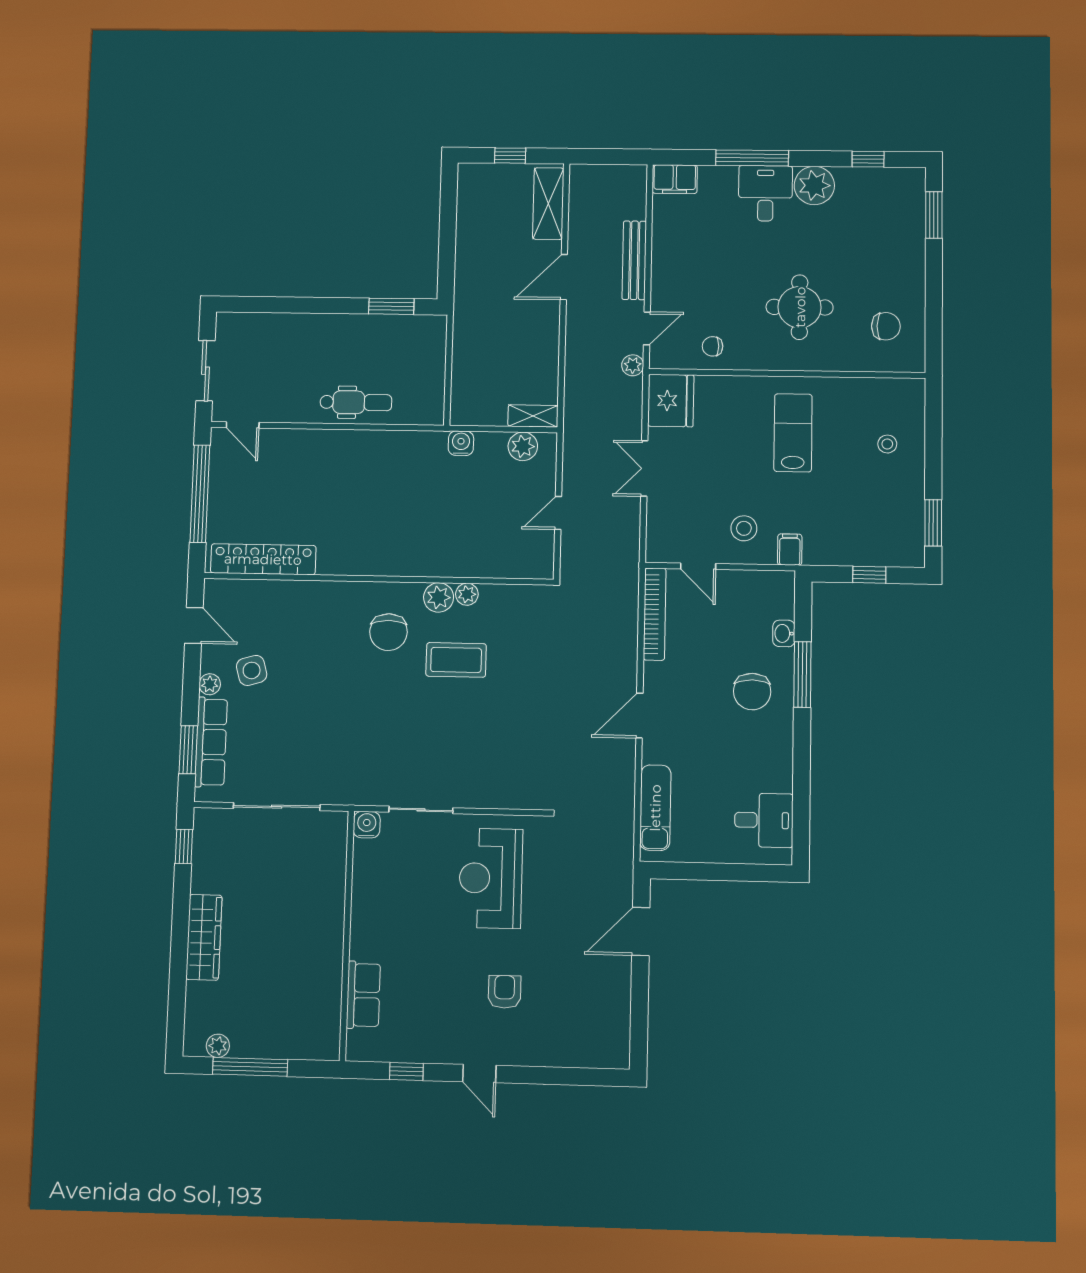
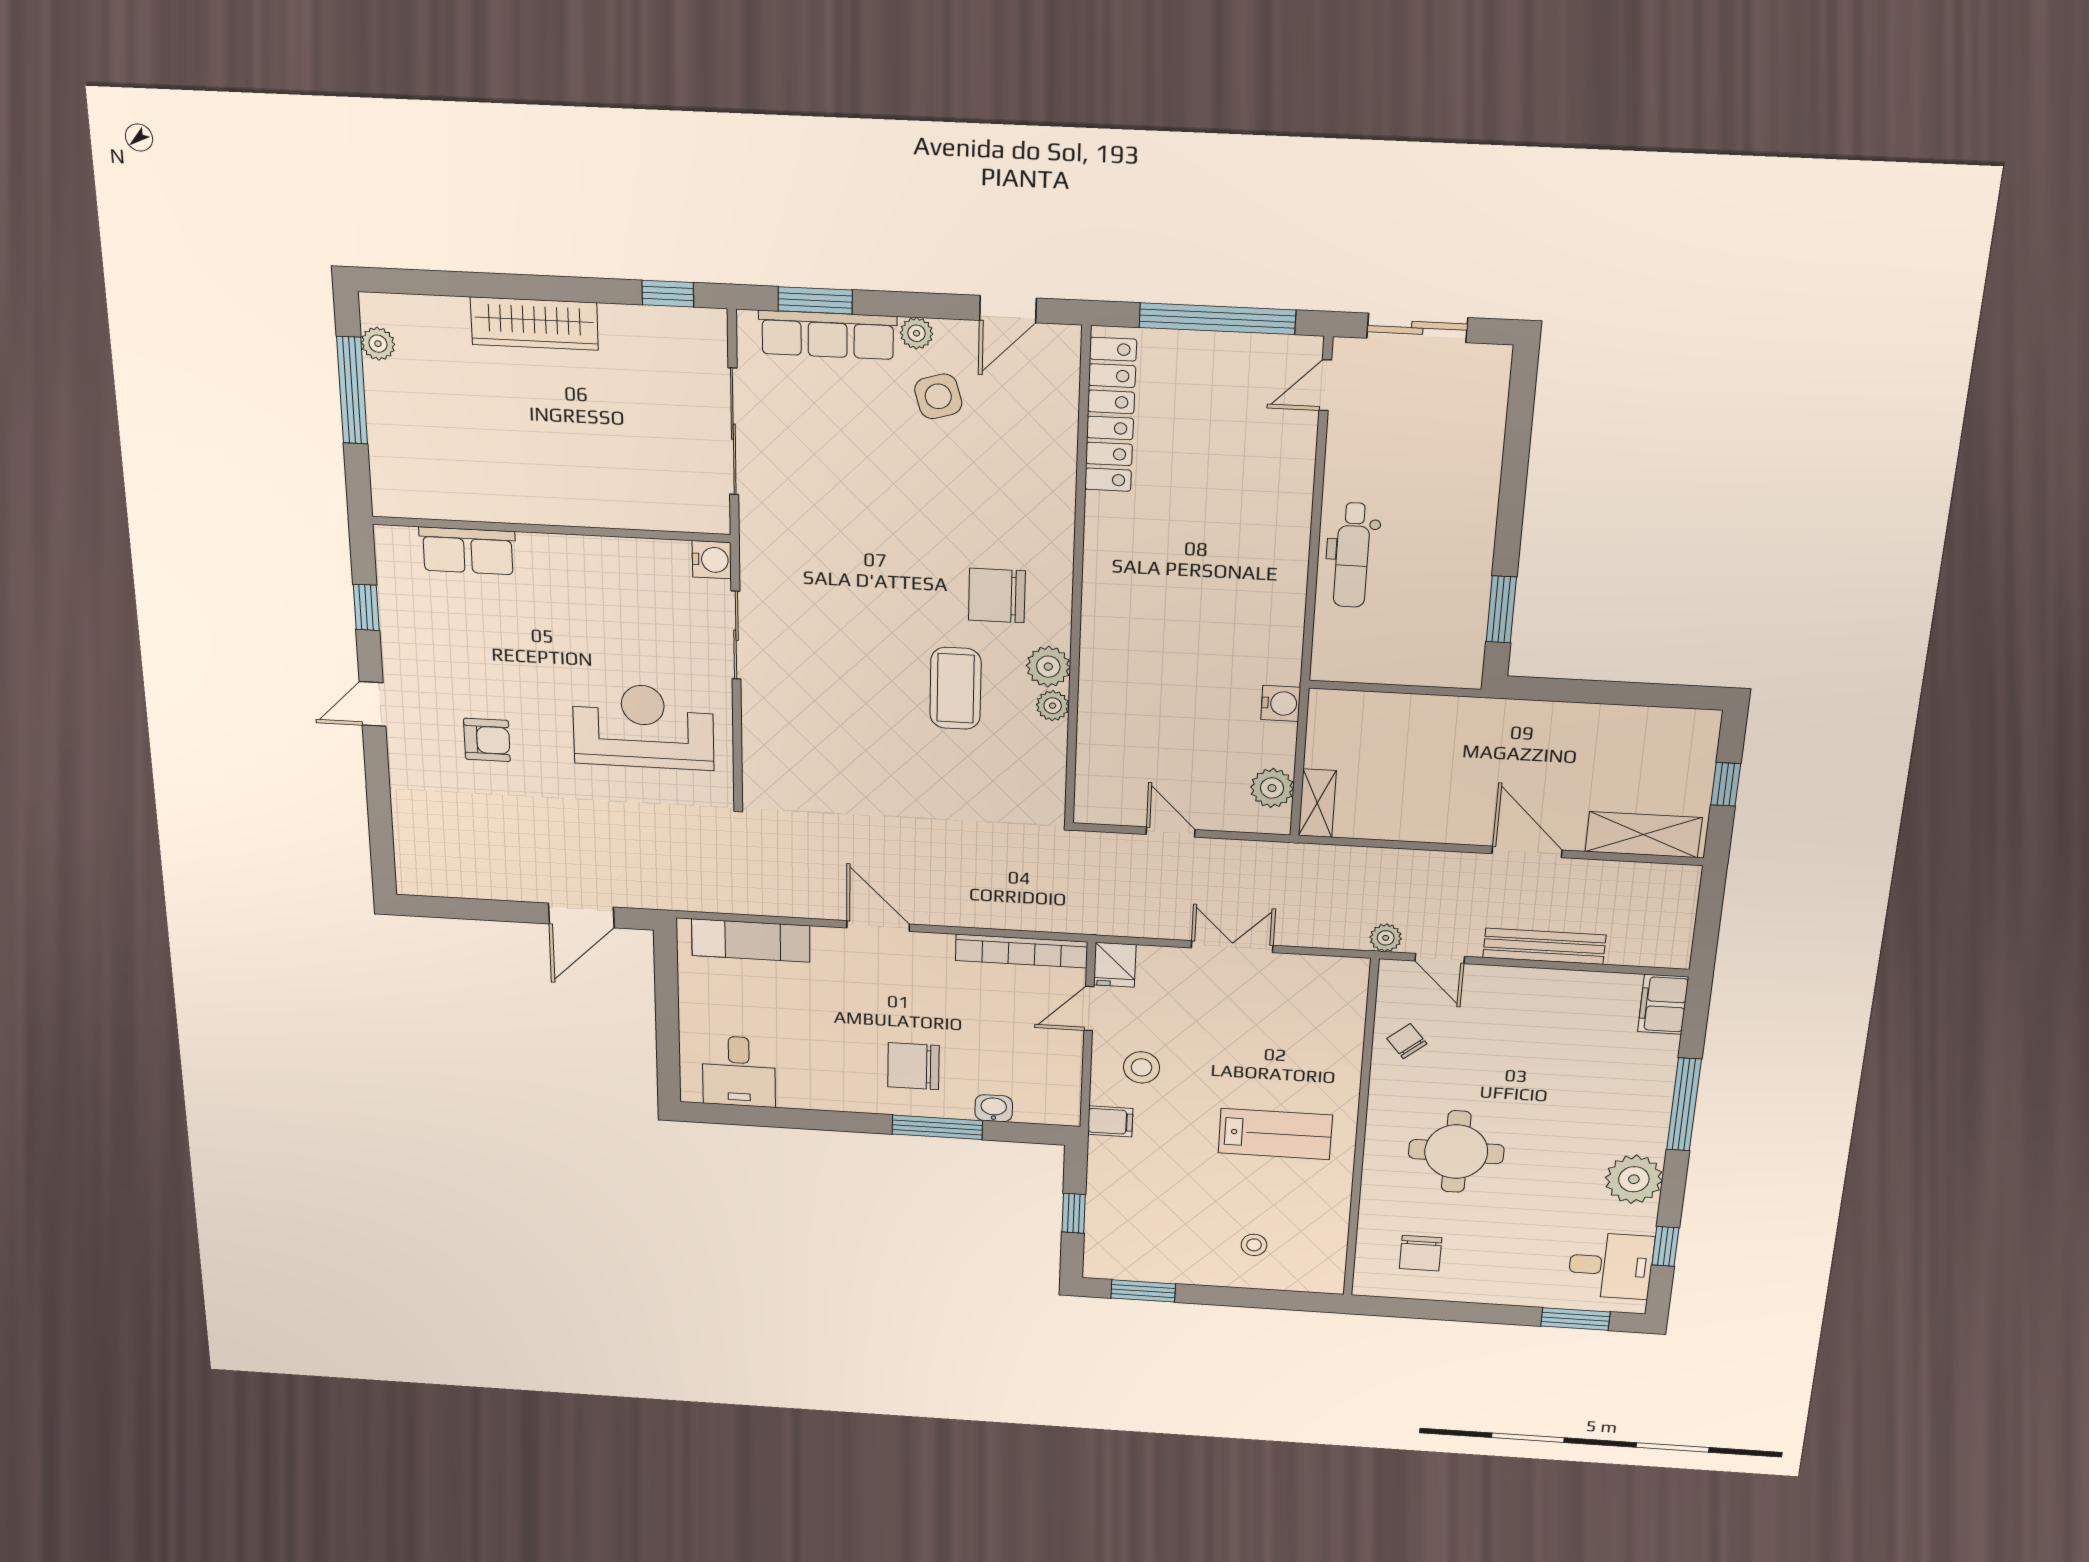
desk: (765, 193) -> (1611, 1266), moved
chair: (713, 346) -> (1407, 1041), turned -40
fridge: (671, 401) -> (1115, 965), moved, width x0.53, depth x0.75
door: (641, 931) -> (581, 916), swing flipped

